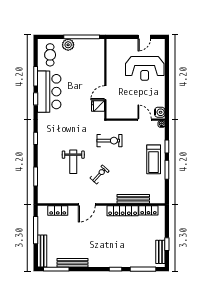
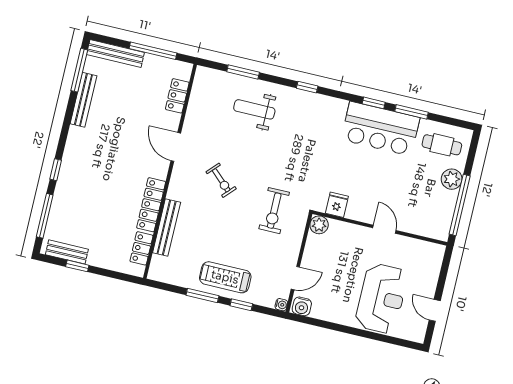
reception desk: (145, 68) -> (381, 298), turned 180
door: (105, 93) -> (384, 229), moved
plant: (112, 113) -> (319, 225), added
weight bench: (73, 162) -> (254, 109), moved

